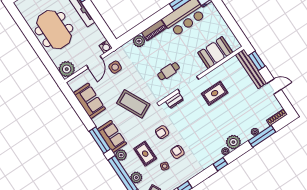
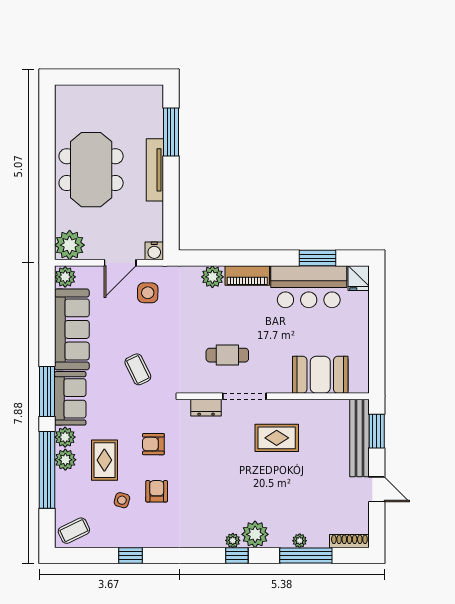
plant: (74, 84) -> (65, 277), added
sofa: (89, 101) -> (72, 329), width x1.36
coffee table: (133, 104) -> (138, 369), width x0.54, depth x0.58
window: (220, 164) -> (237, 555), moved
plant: (136, 178) -> (65, 460), moved

